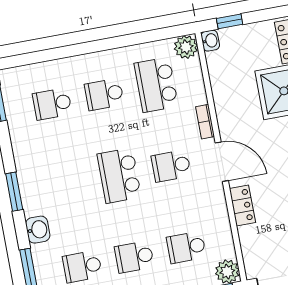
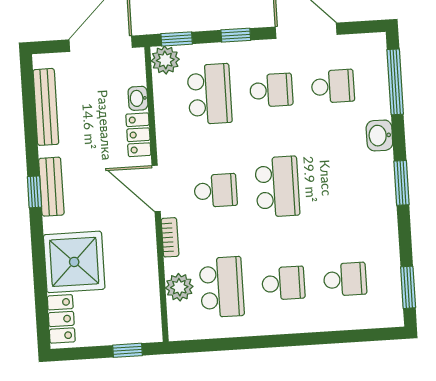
washbasin: (210, 41) -> (138, 98), moved
plant: (186, 47) -> (179, 287), moved
school desk: (186, 247) -> (210, 94), width x1.85

